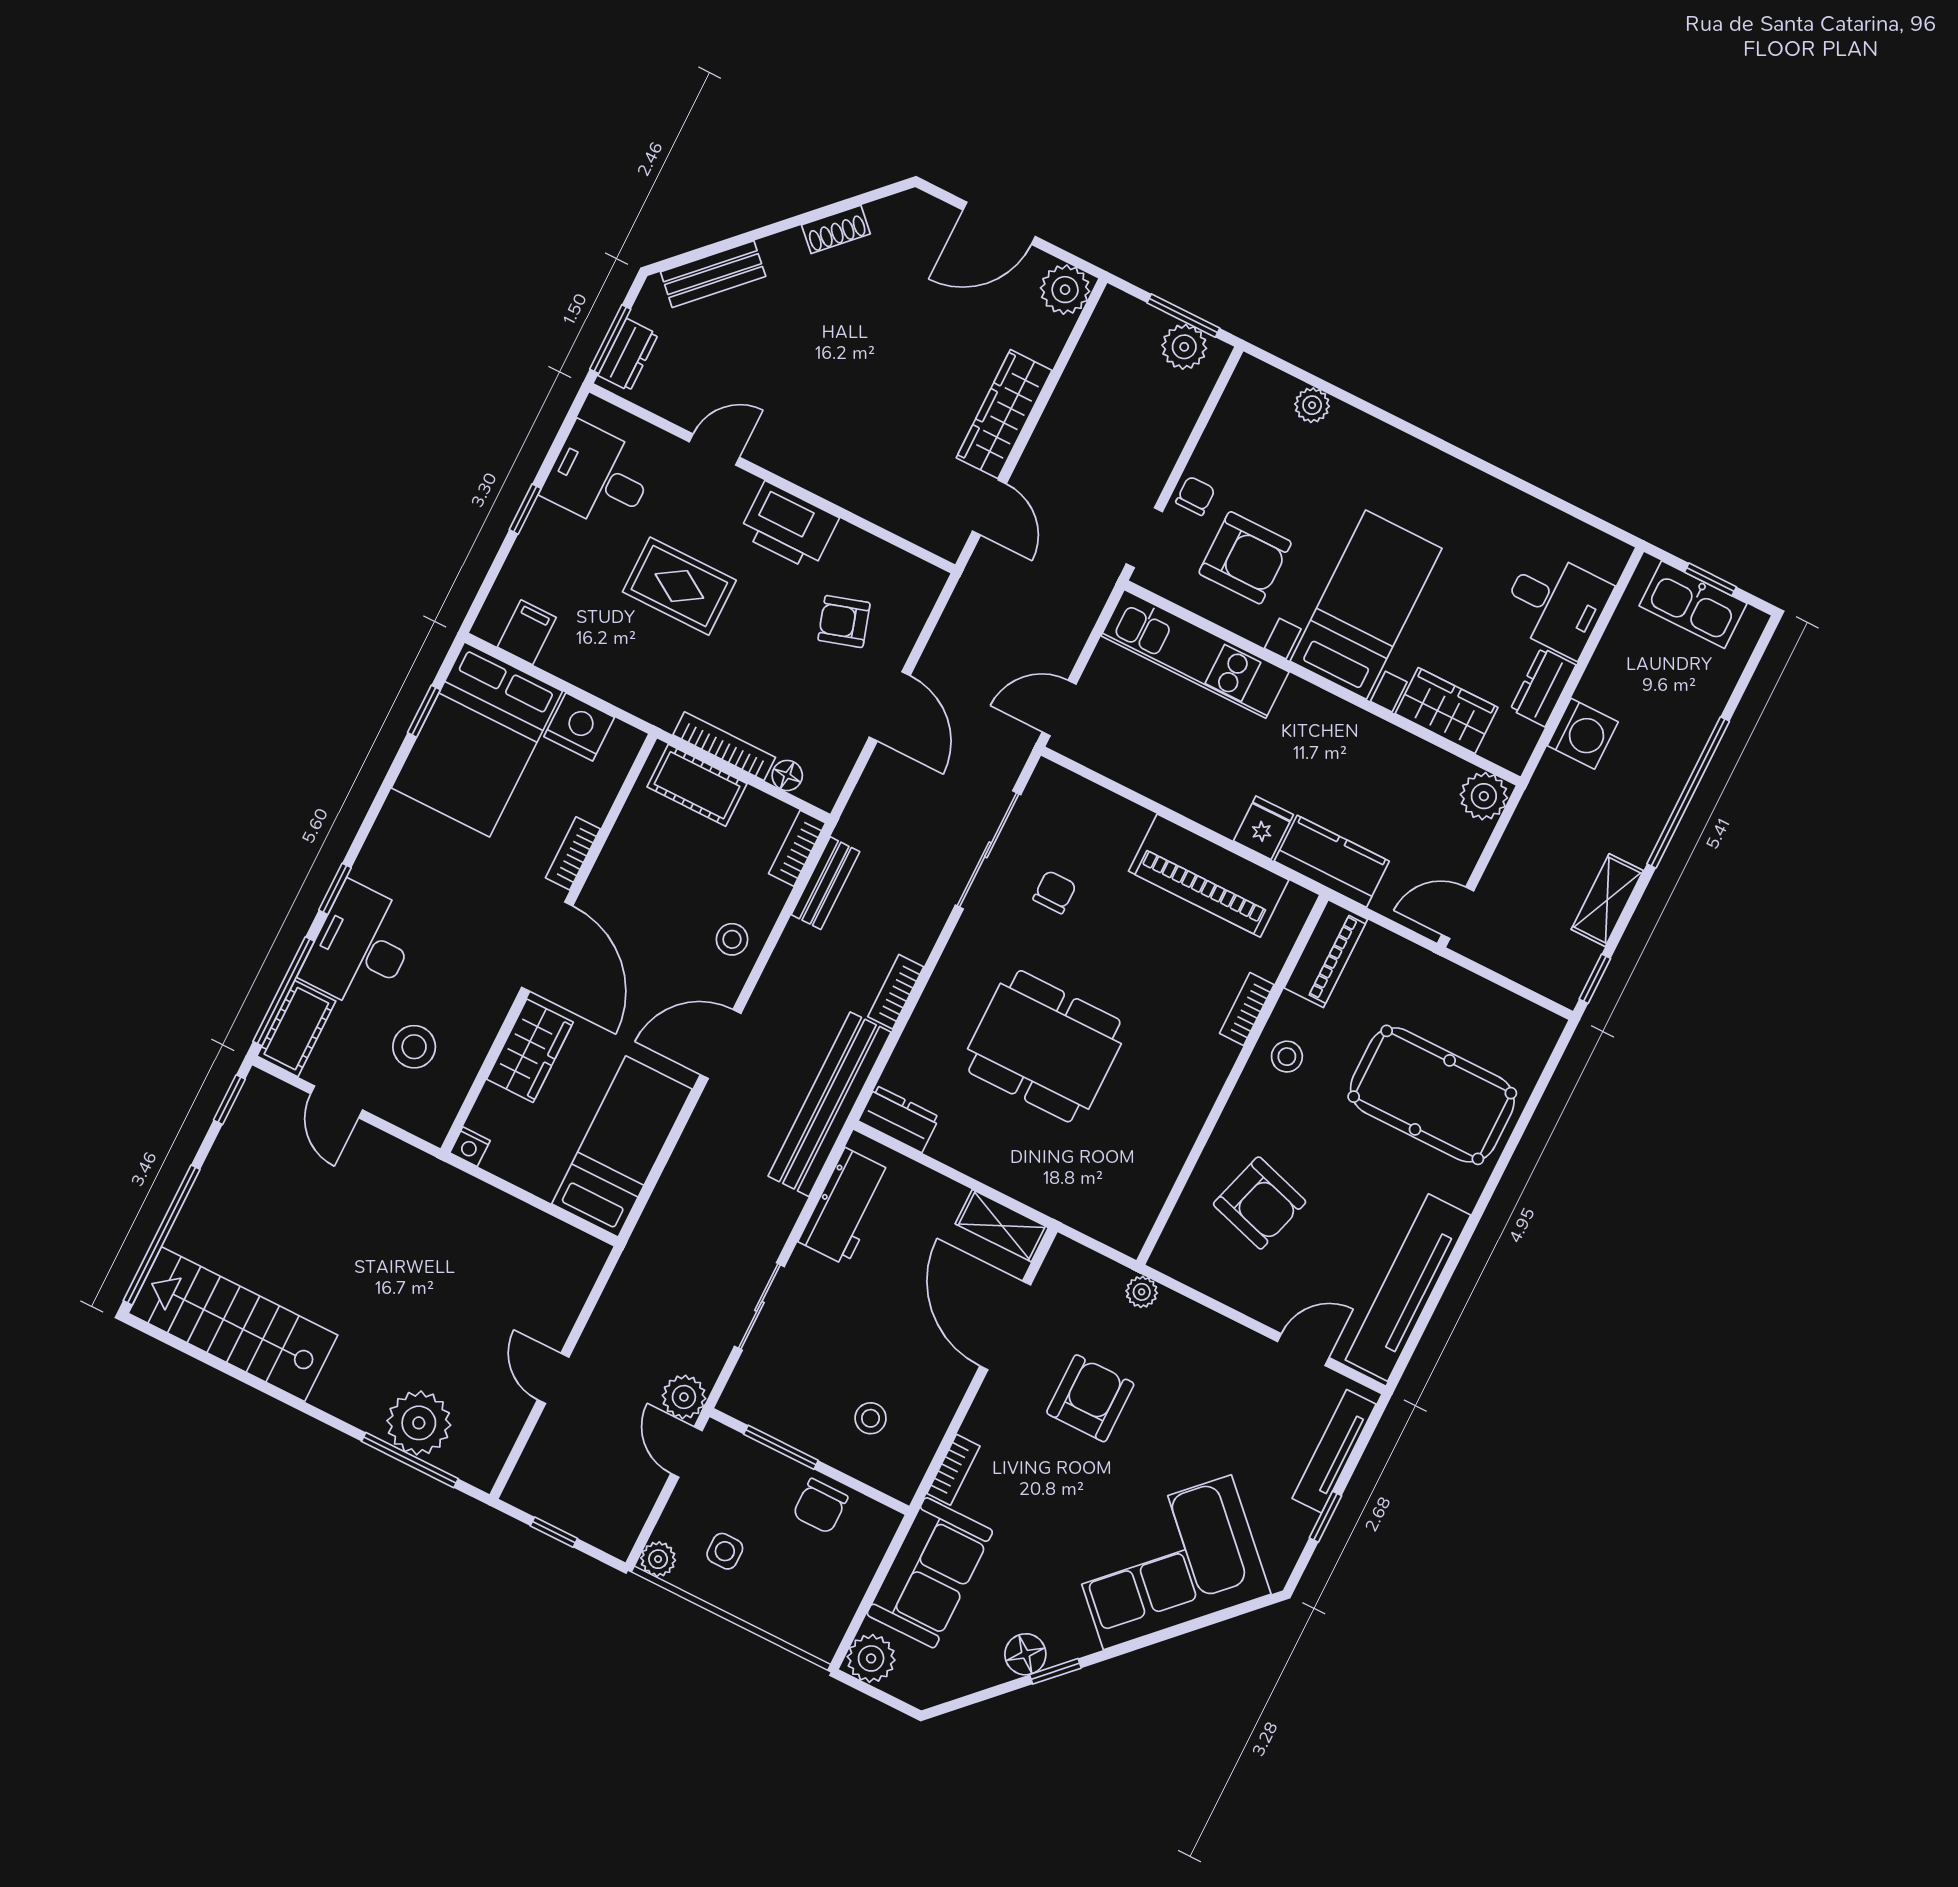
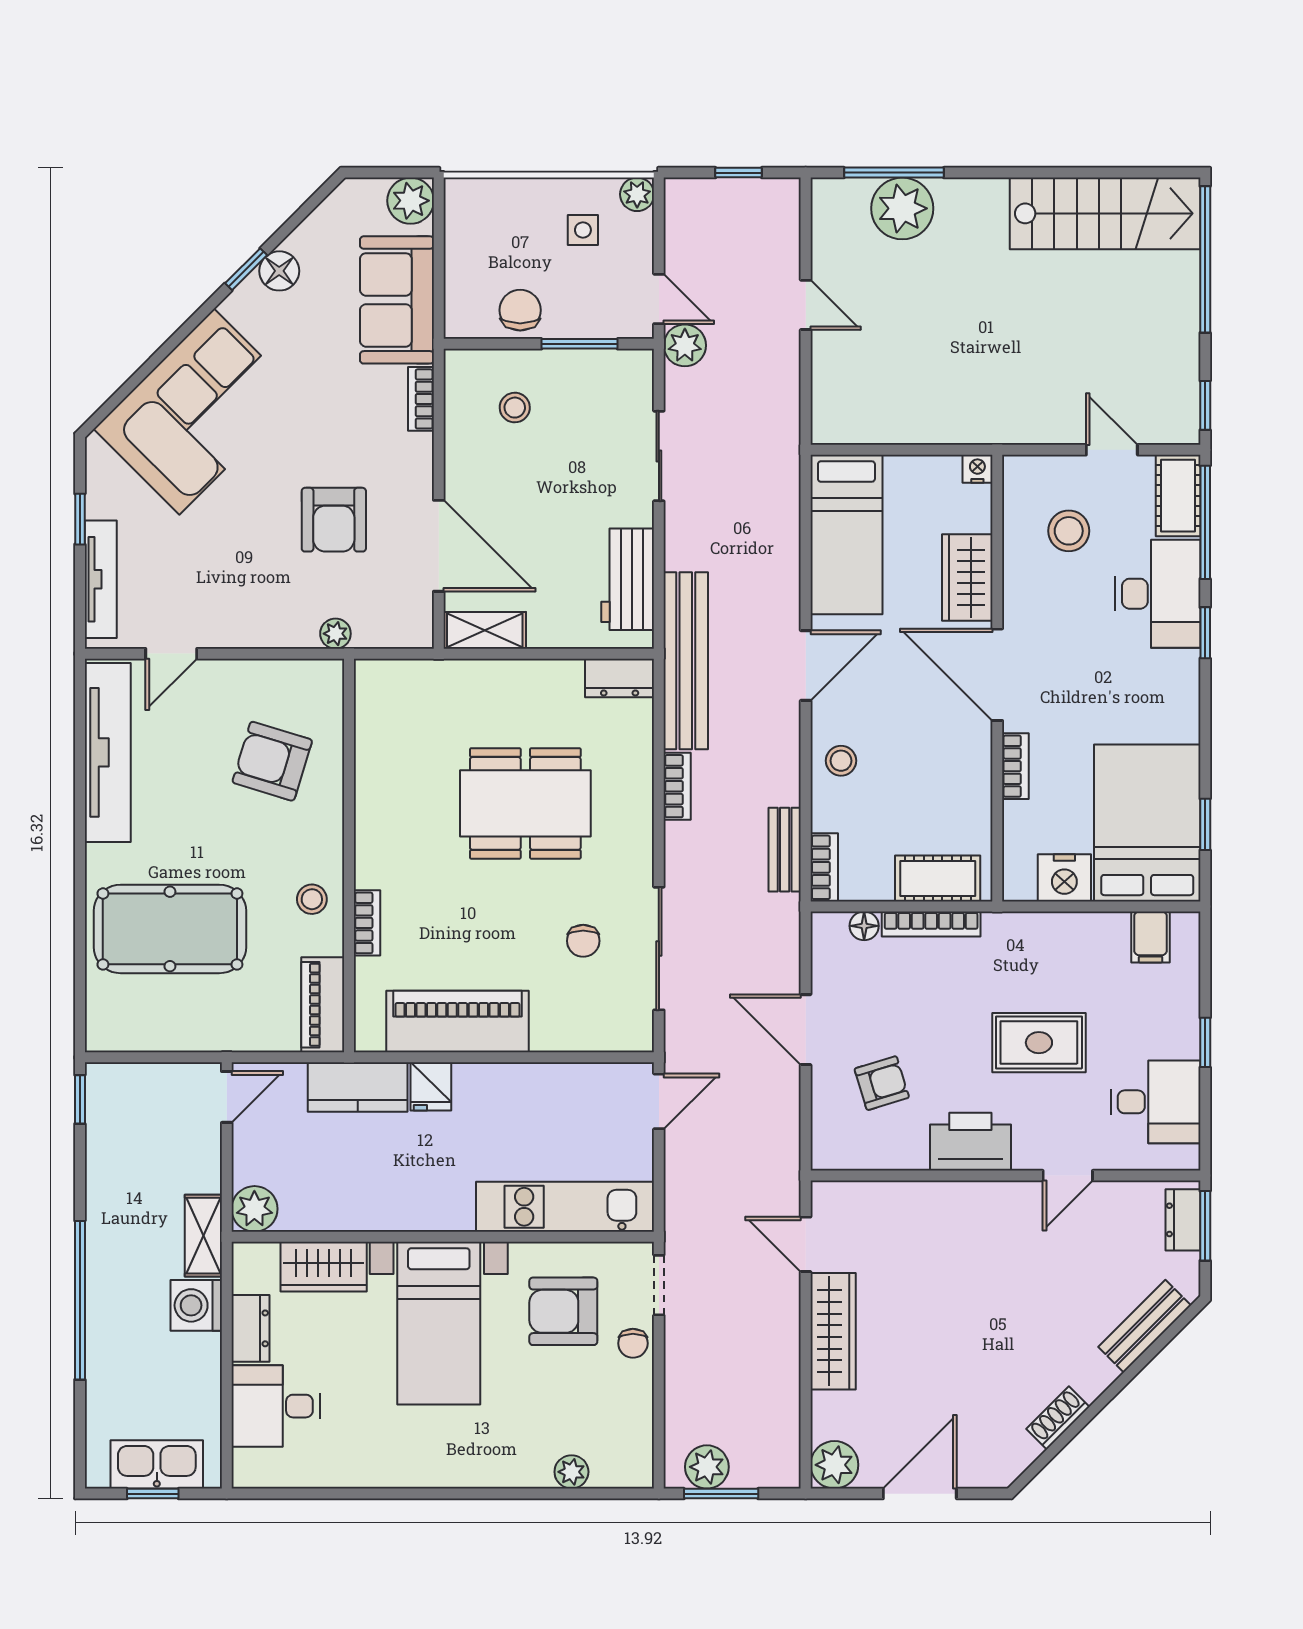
shelving: (1607, 900) -> (203, 1236), moved

